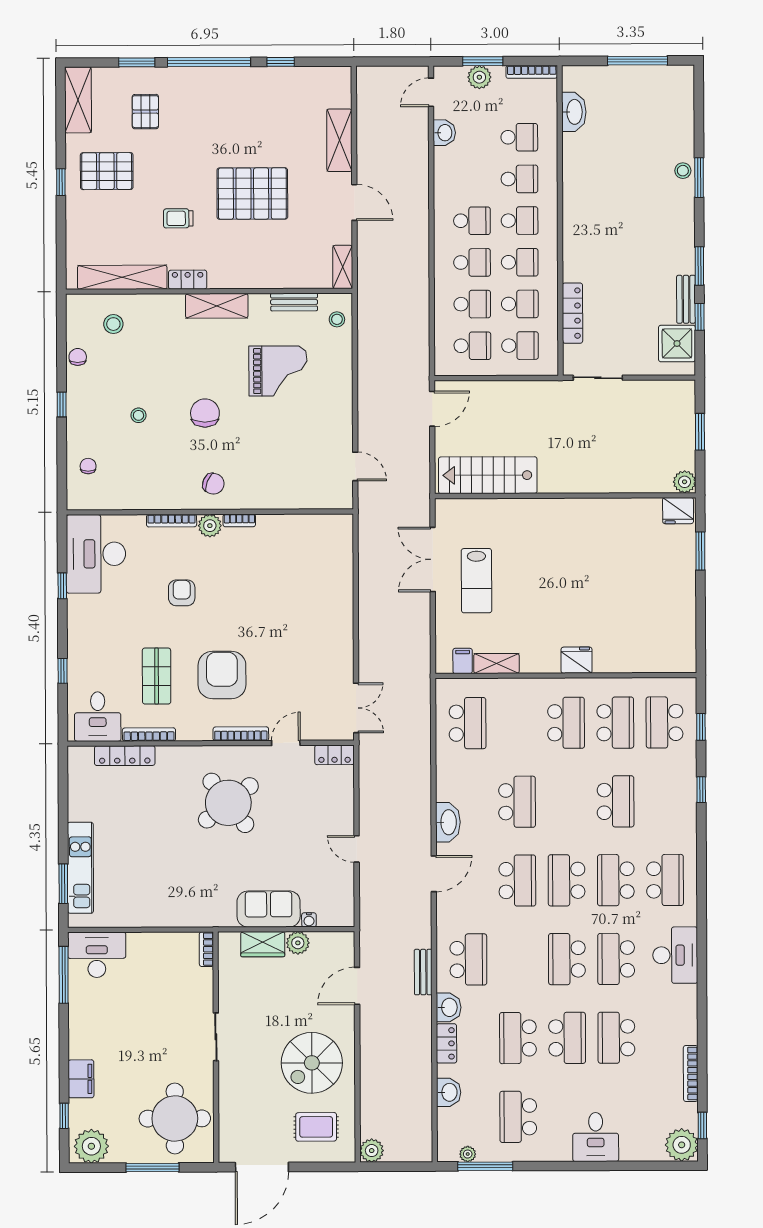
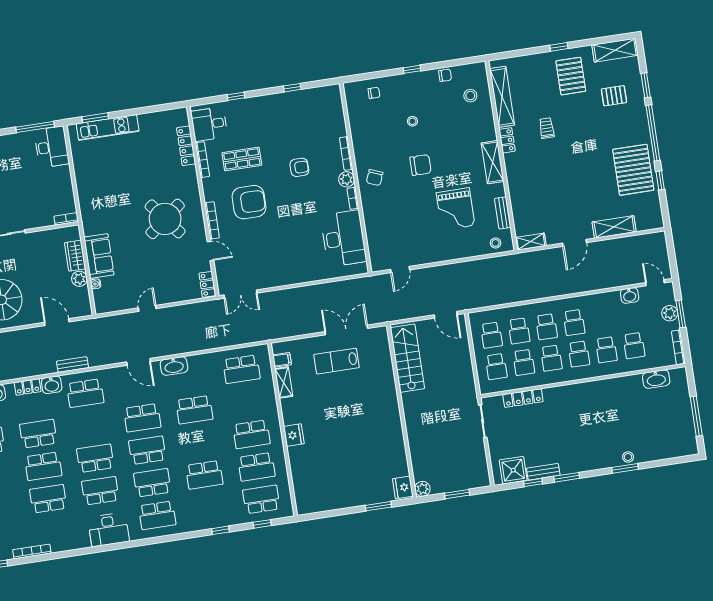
pallet: (252, 194) -> (633, 170), moved
desk: (96, 554) -> (343, 238), moved, turned 90

